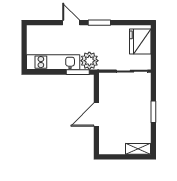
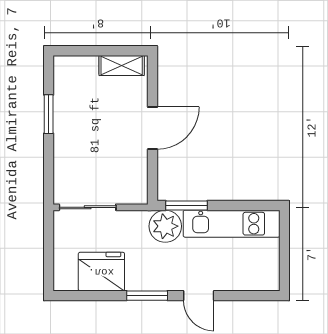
fridge: (140, 41) -> (101, 272), moved, turned -90
window: (153, 112) -> (49, 114), moved
shelving: (138, 149) -> (122, 65), moved

